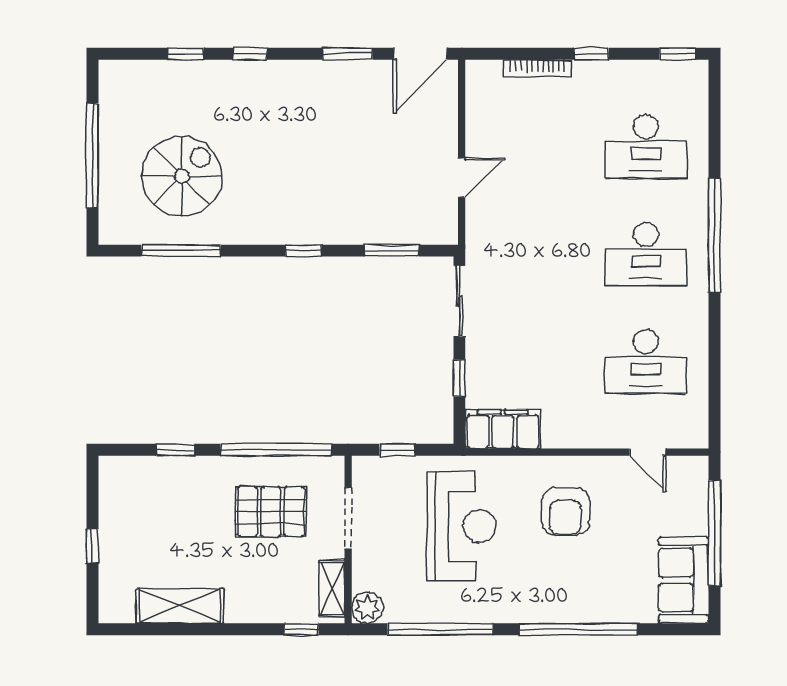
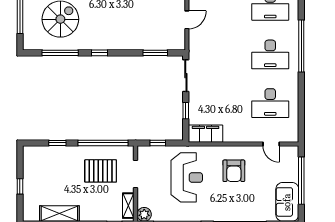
window: (304, 251) -> (100, 53), moved

